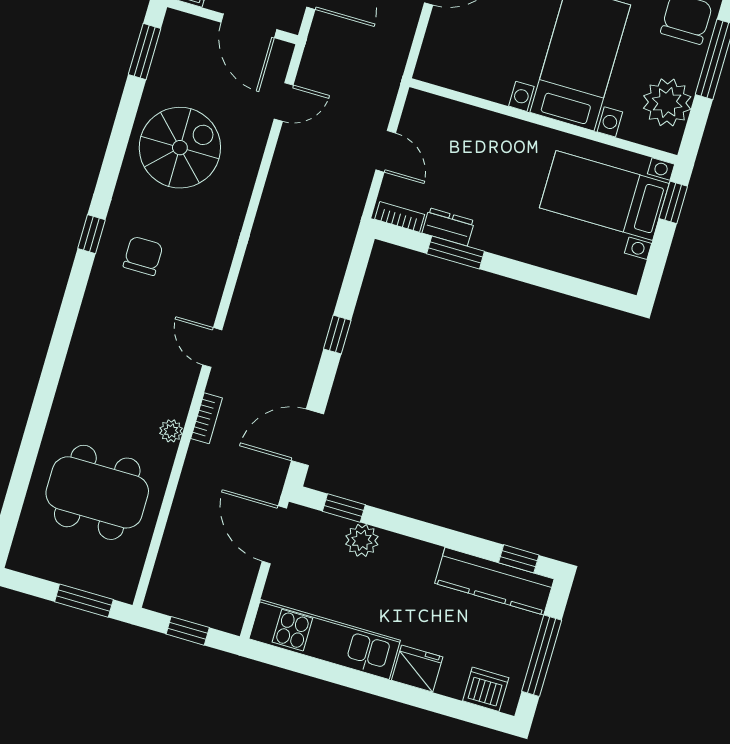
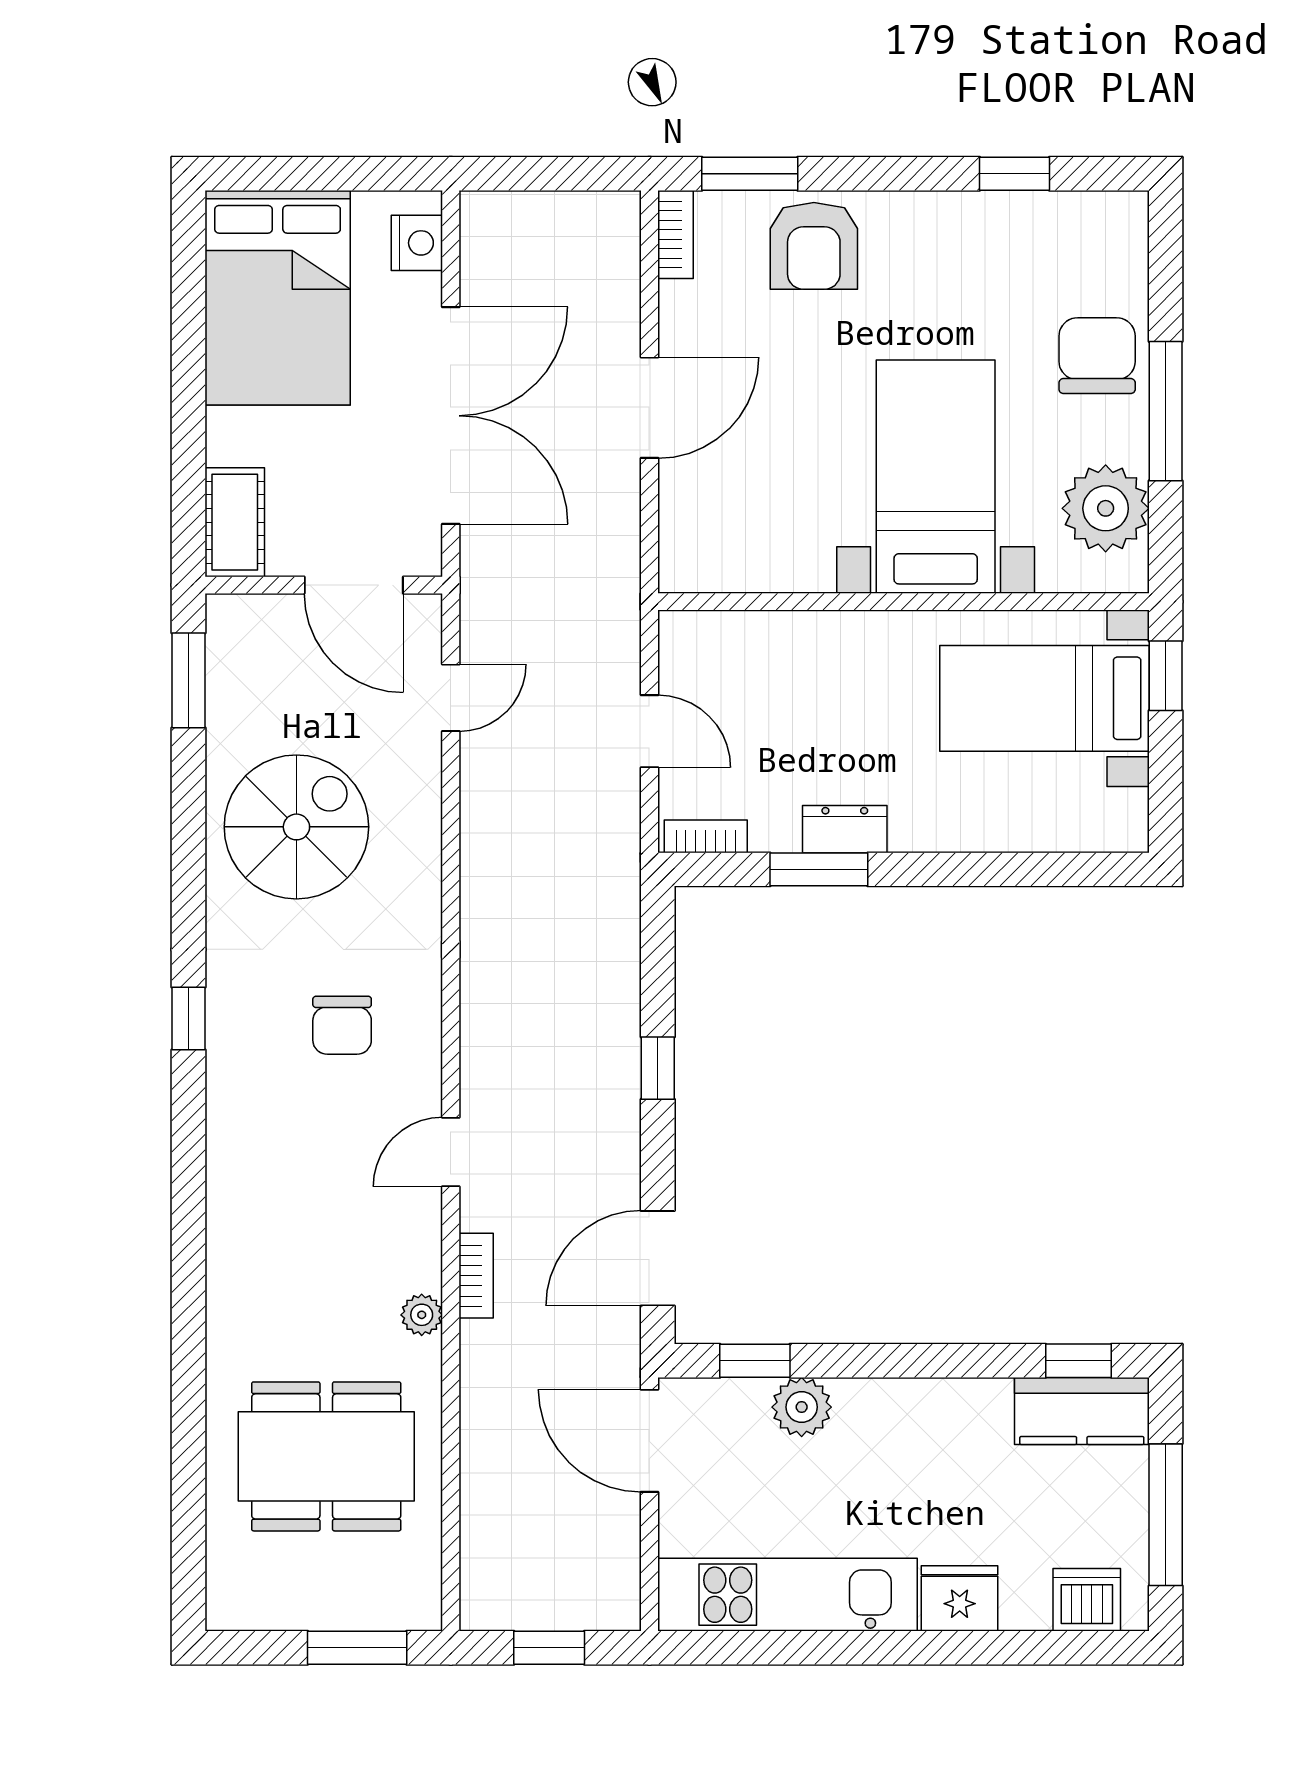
dresser: (448, 227) -> (845, 829), moved
chair: (143, 256) -> (342, 1025), moved, turned 180
door: (212, 347) -> (451, 1152), hinge flipped
kitchen counter: (494, 581) -> (1082, 1411), width x0.67

